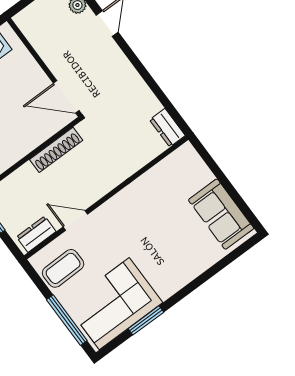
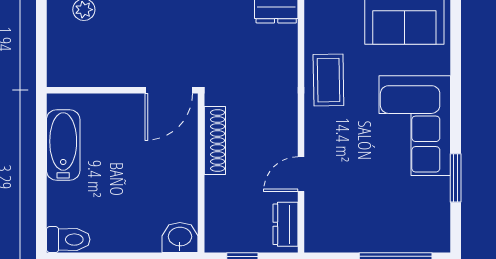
coffee table: (63, 268) -> (328, 80), moved
corner sofa: (114, 304) -> (415, 126), moved

